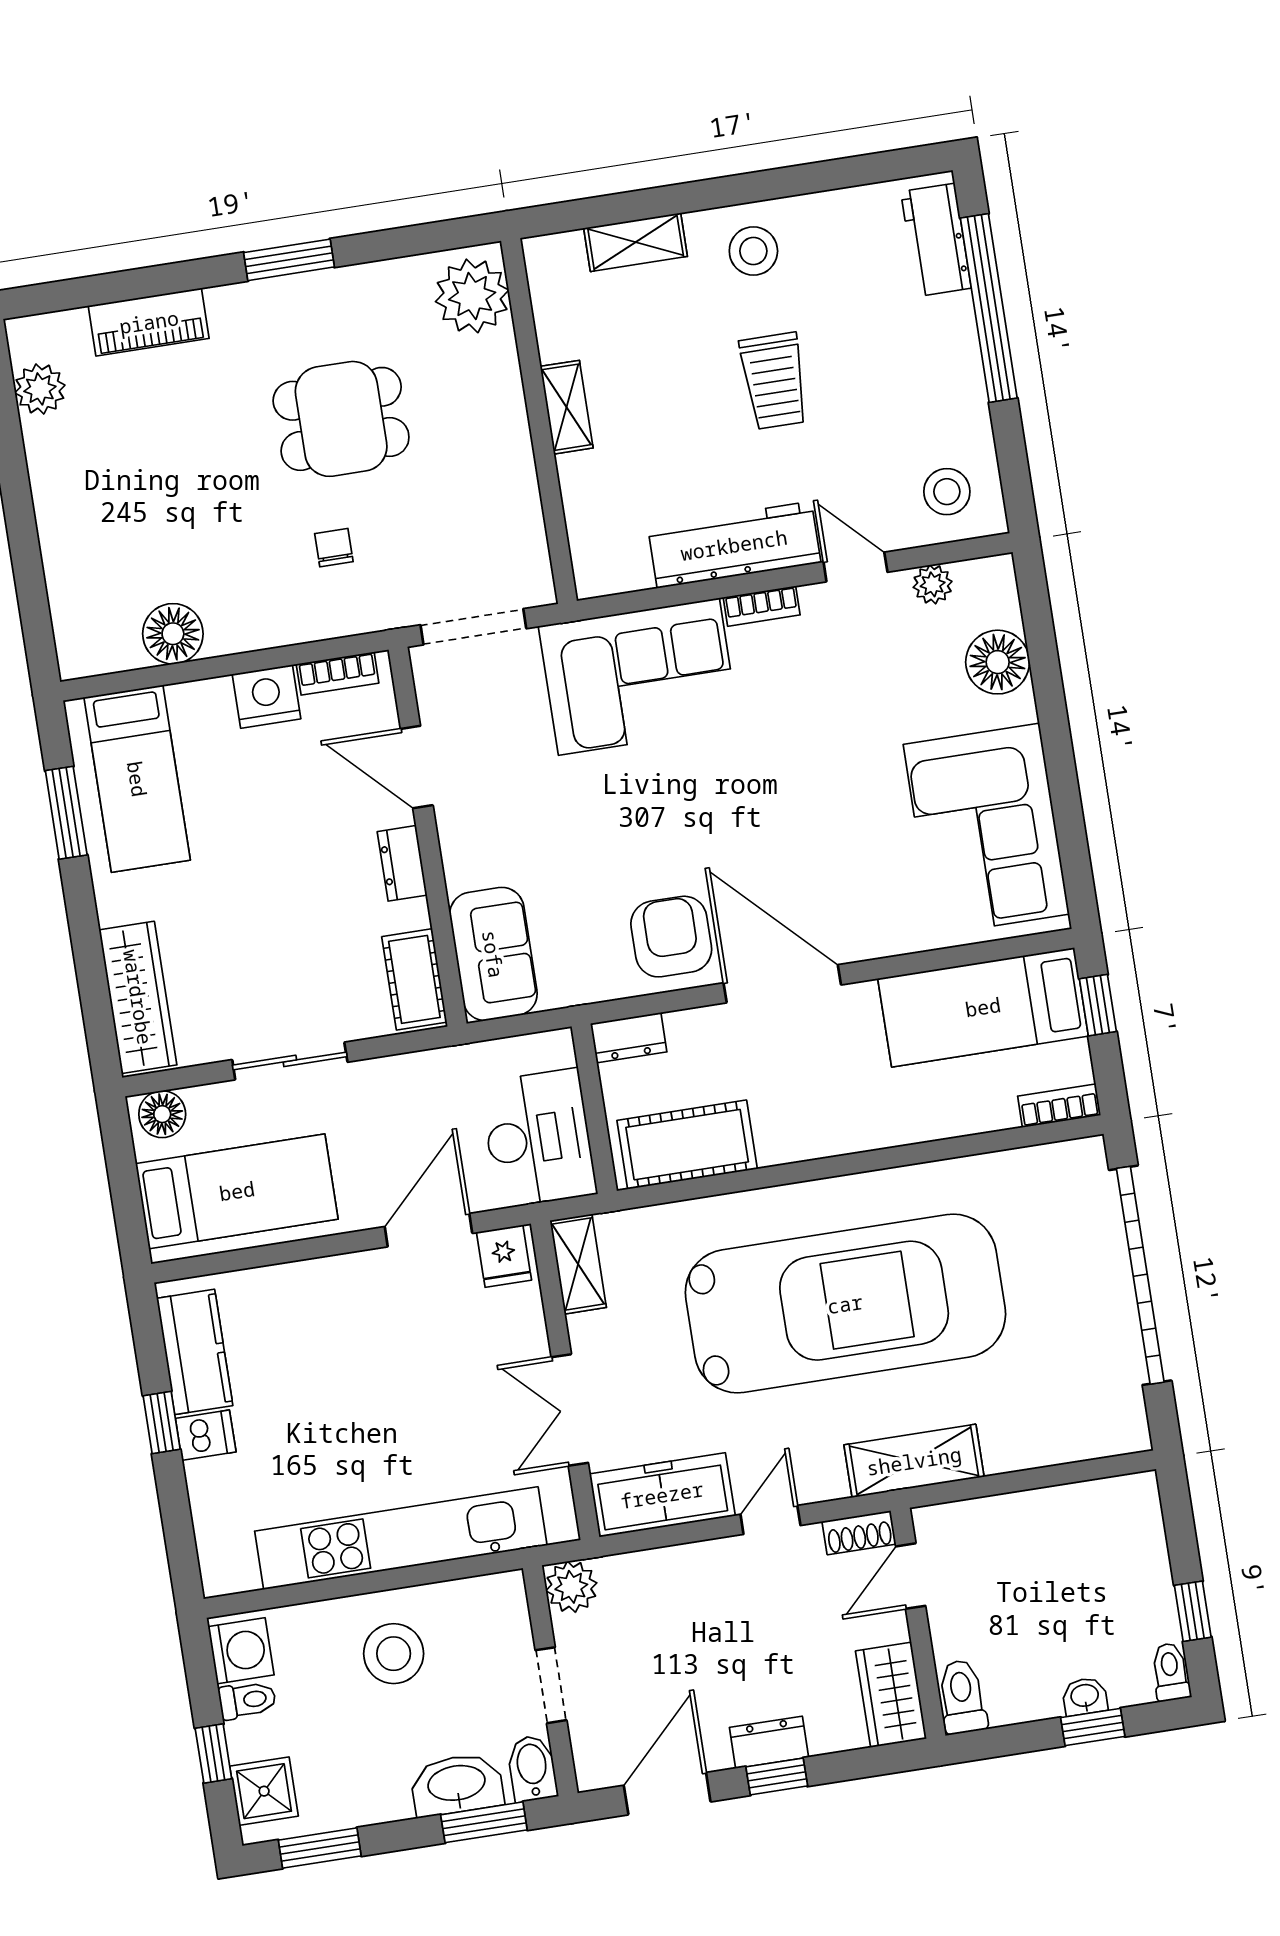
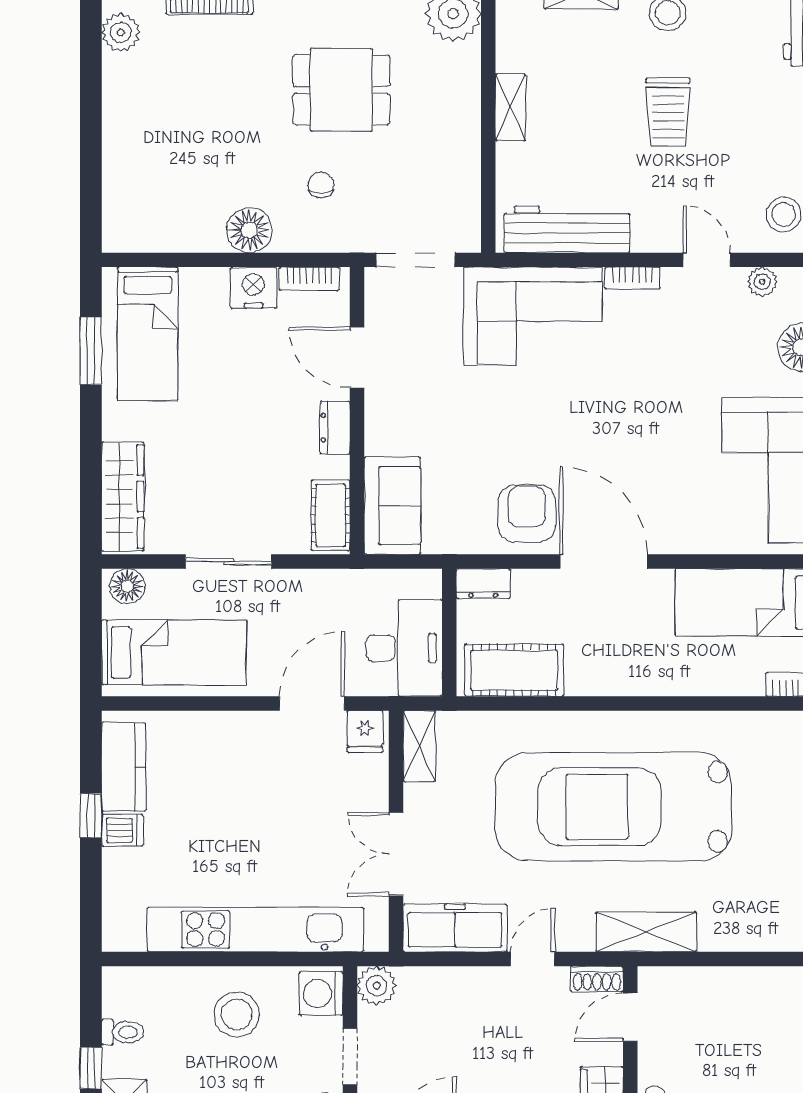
workbench: (734, 545) -> (567, 229), moved
floor lamp: (173, 634) -> (249, 230), moved
car: (845, 1304) -> (614, 807), turned 180
washing machine: (241, 1651) -> (321, 994), moved, turned 180

